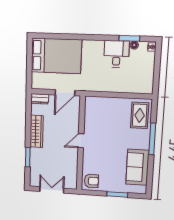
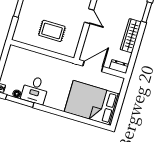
window: (129, 38) -> (20, 101), width x1.44
rug: (140, 115) -> (52, 31), moved, turned 90
door: (81, 141) -> (89, 16), hinge flipped

